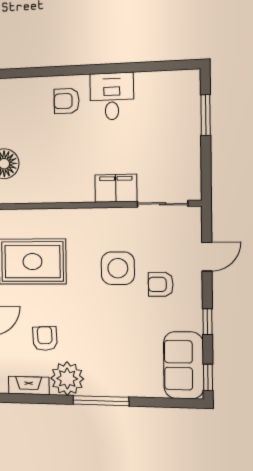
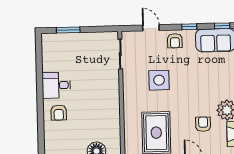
filing cabinet: (116, 188) -> (111, 82), removed
armchair: (161, 284) -> (175, 41), moved
armchair: (45, 338) -> (203, 124), turned 93

